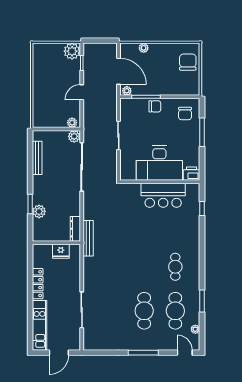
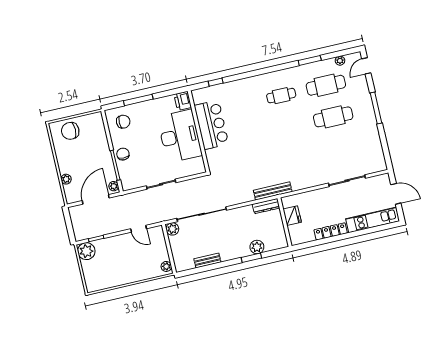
door: (82, 92) -> (139, 229), moved
plant: (72, 123) -> (166, 266), moved
bench: (37, 158) -> (207, 261), width x0.73

